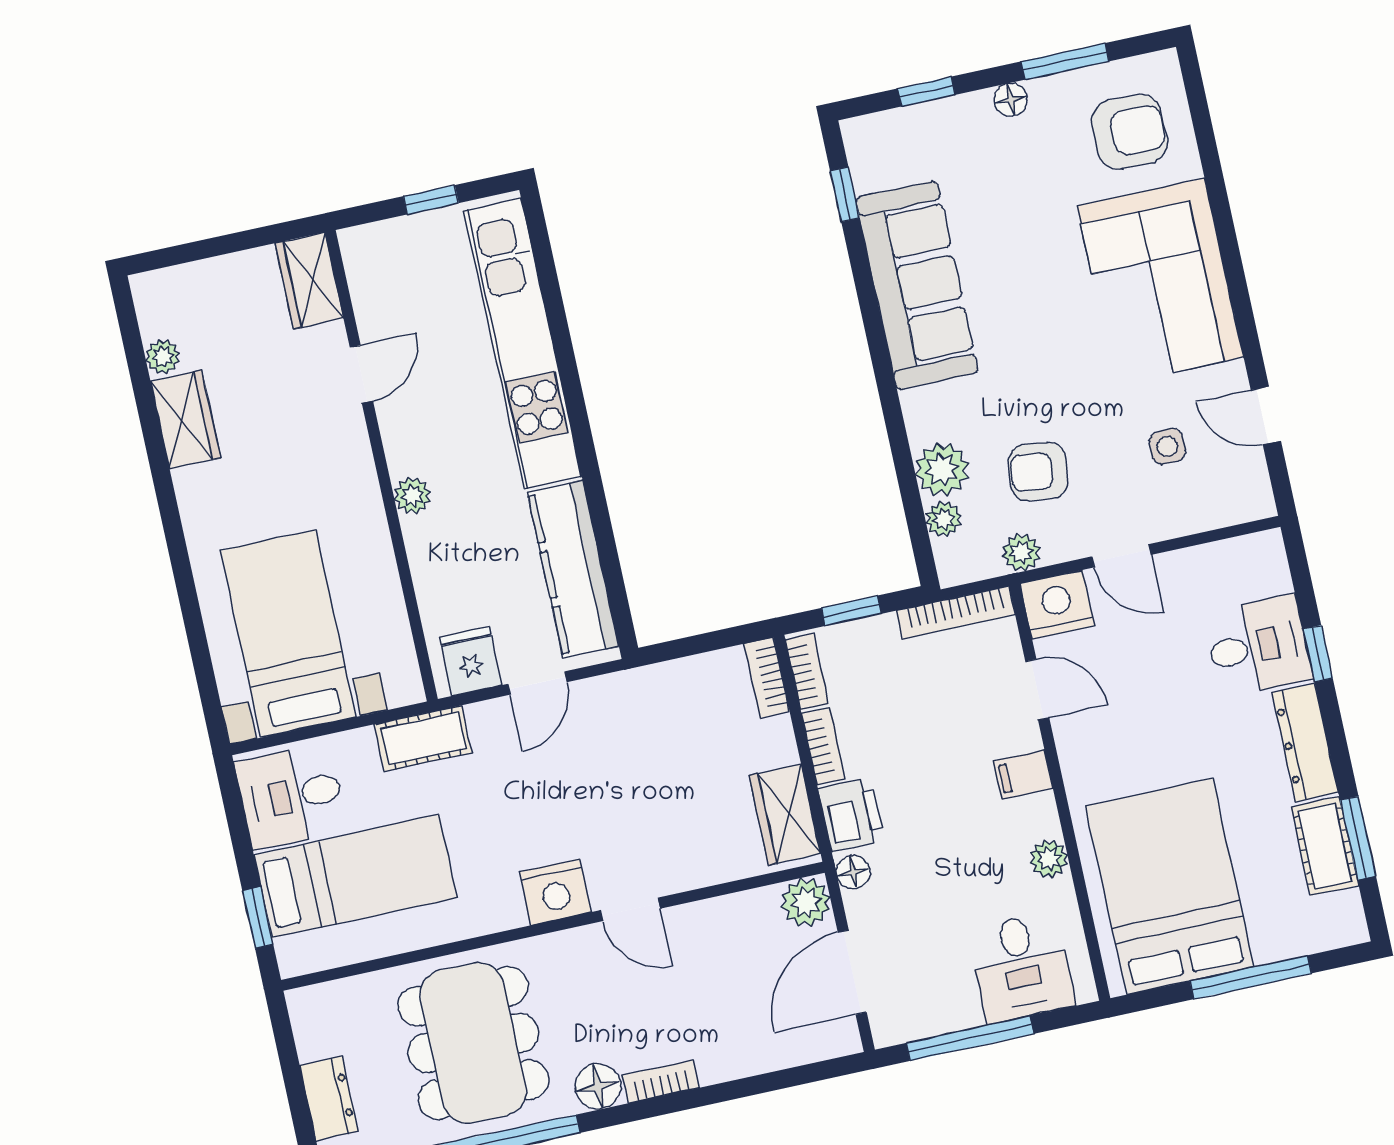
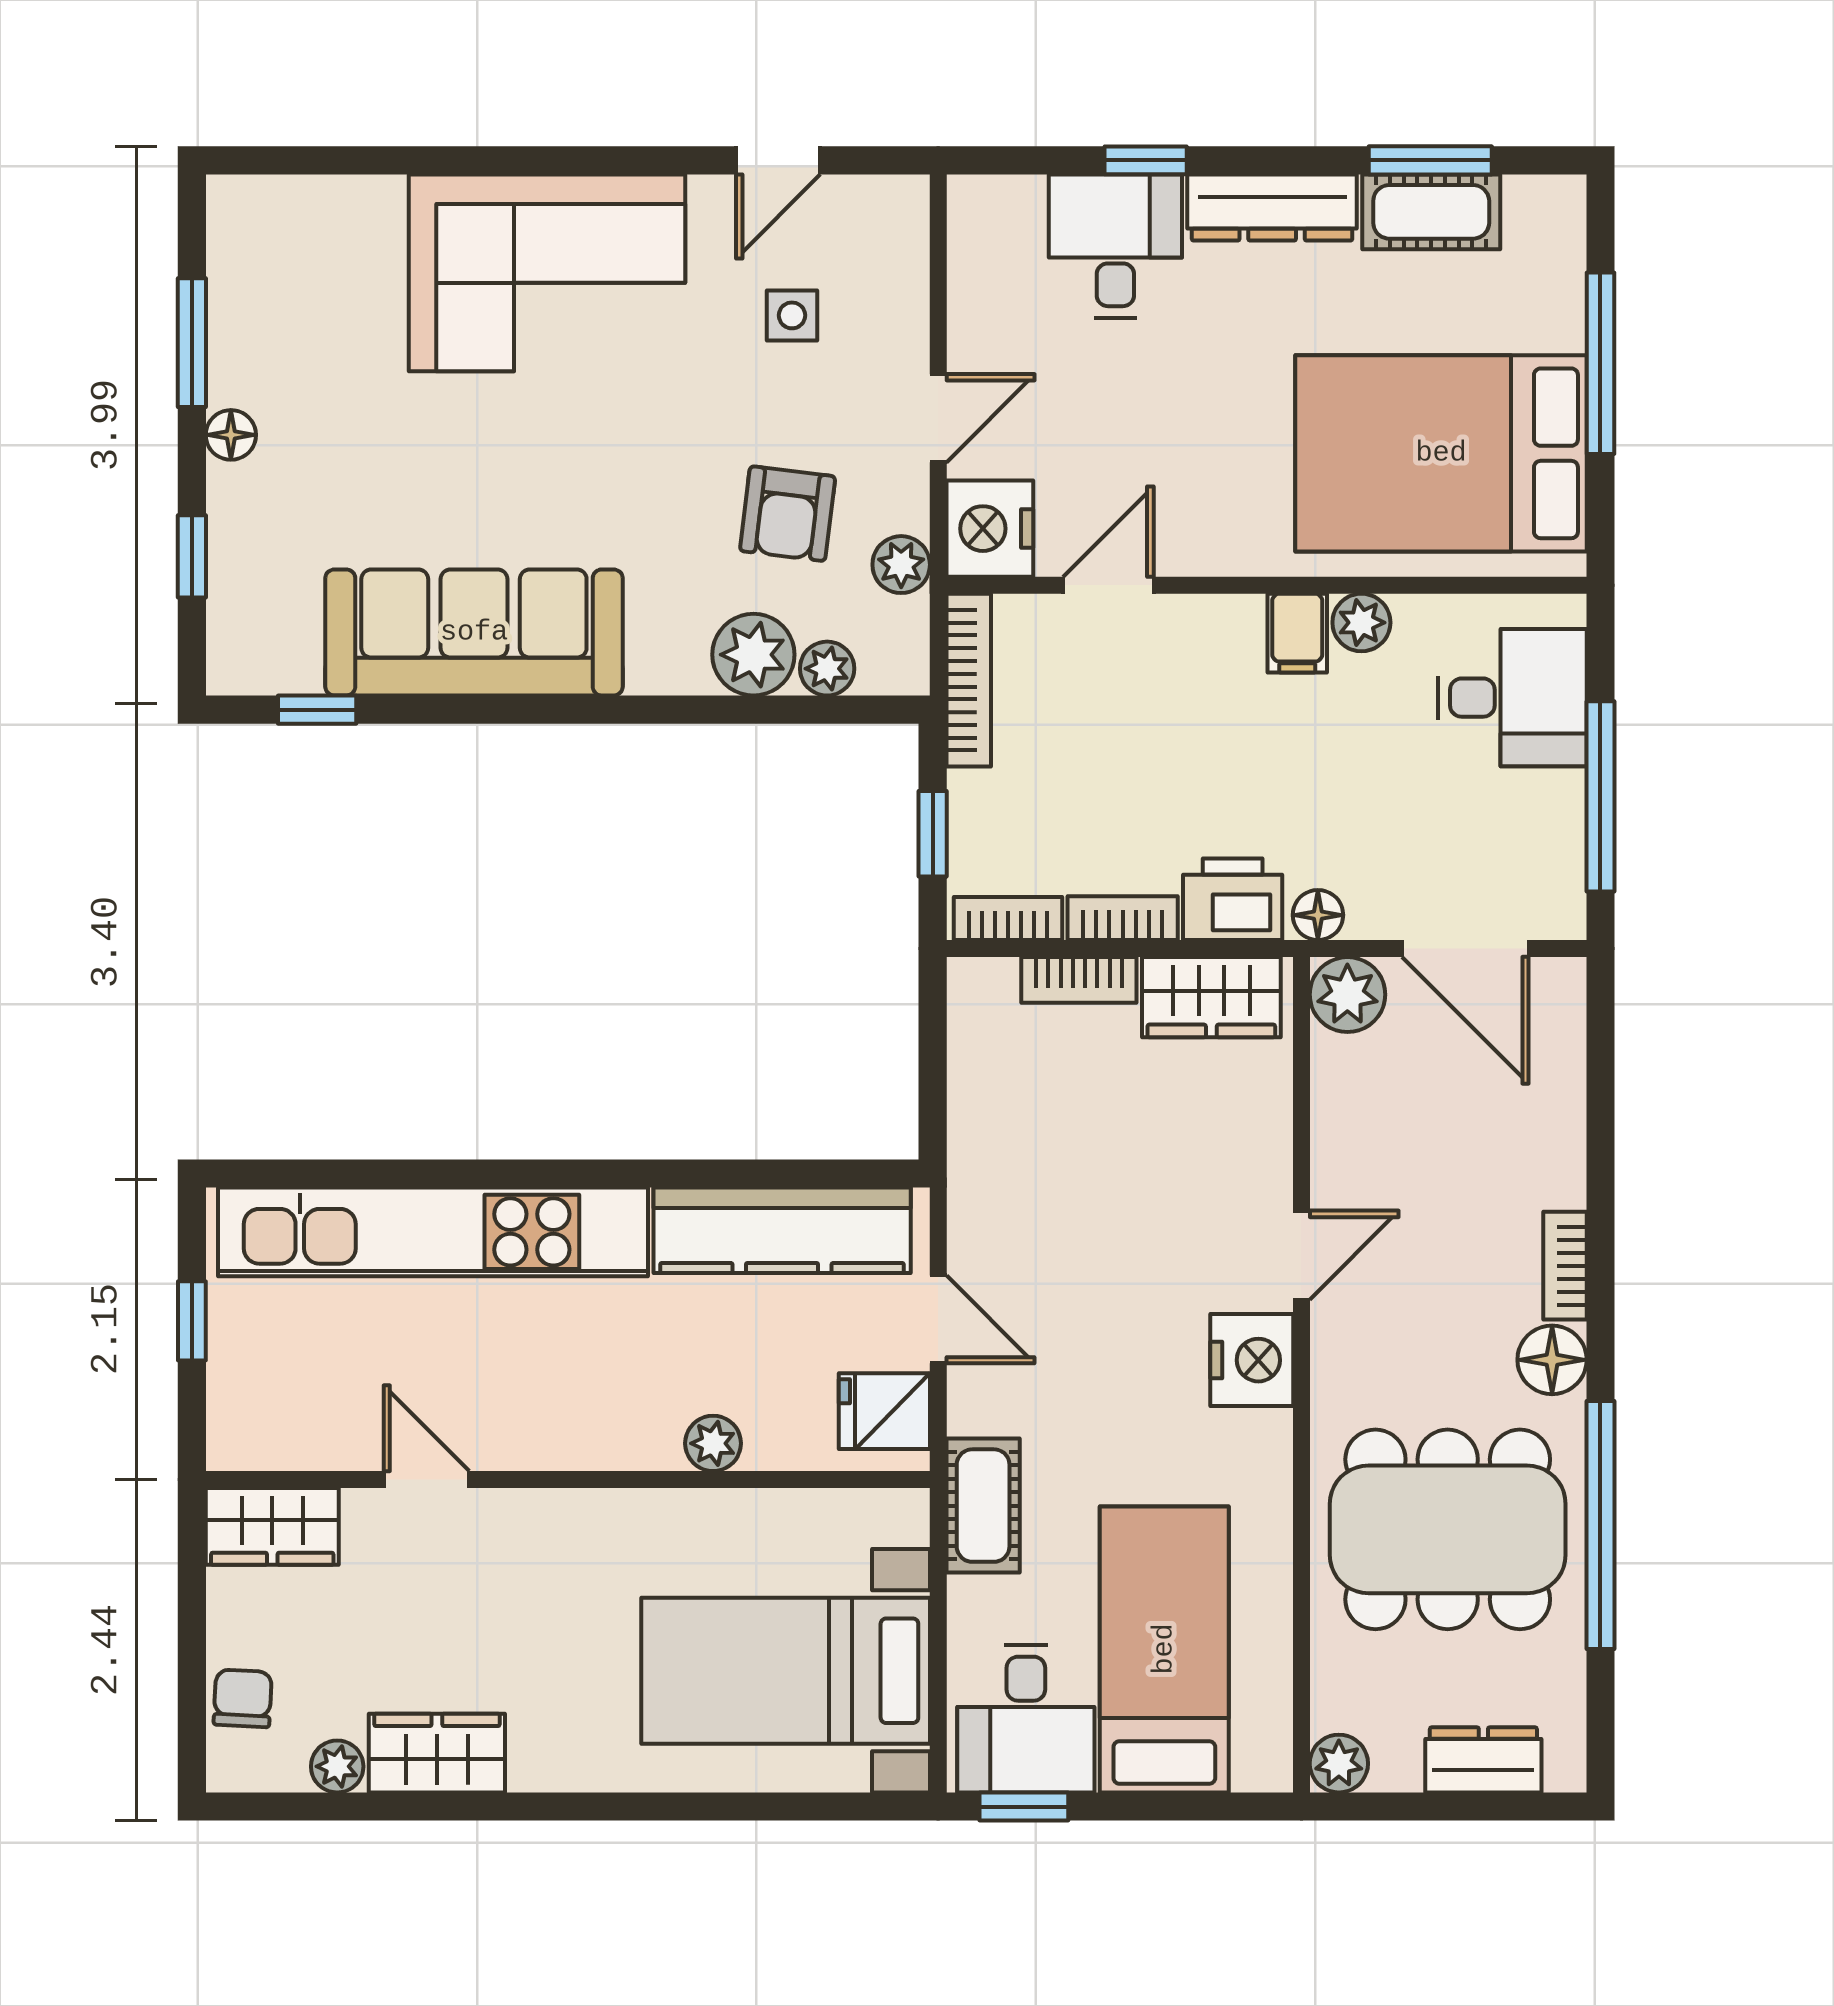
armchair: (1130, 132) -> (316, 270), removed
chair: (194, 286) -> (243, 1698), added
plant: (412, 496) -> (713, 1443), moved
bookcase: (767, 678) -> (1079, 980), moved
filing cabinet: (1023, 775) -> (1297, 633), moved
window: (258, 917) -> (1024, 1807), moved
plant: (306, 1005) -> (1339, 1764), added

